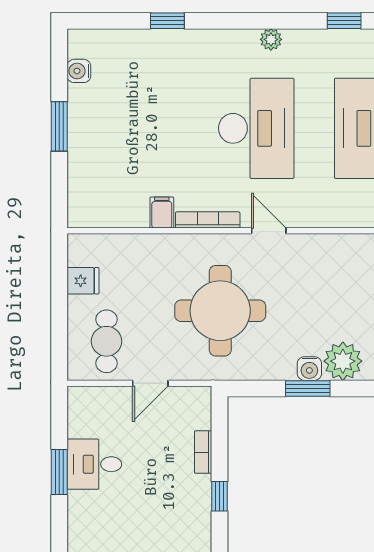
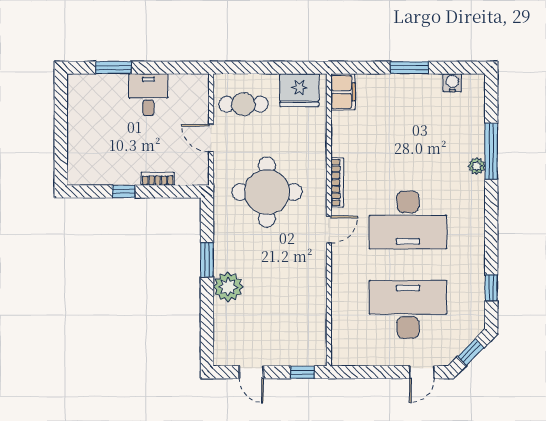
window: (167, 21) -> (491, 151), width x2.17
plant: (271, 39) -> (477, 166), moved
filing cabinet: (162, 212) -> (343, 92), moved, width x2.00
fridge: (83, 281) -> (299, 90), width x1.88, depth x1.34
water cooler: (309, 369) -> (222, 261), removed
window: (59, 472) -> (113, 68), moved

